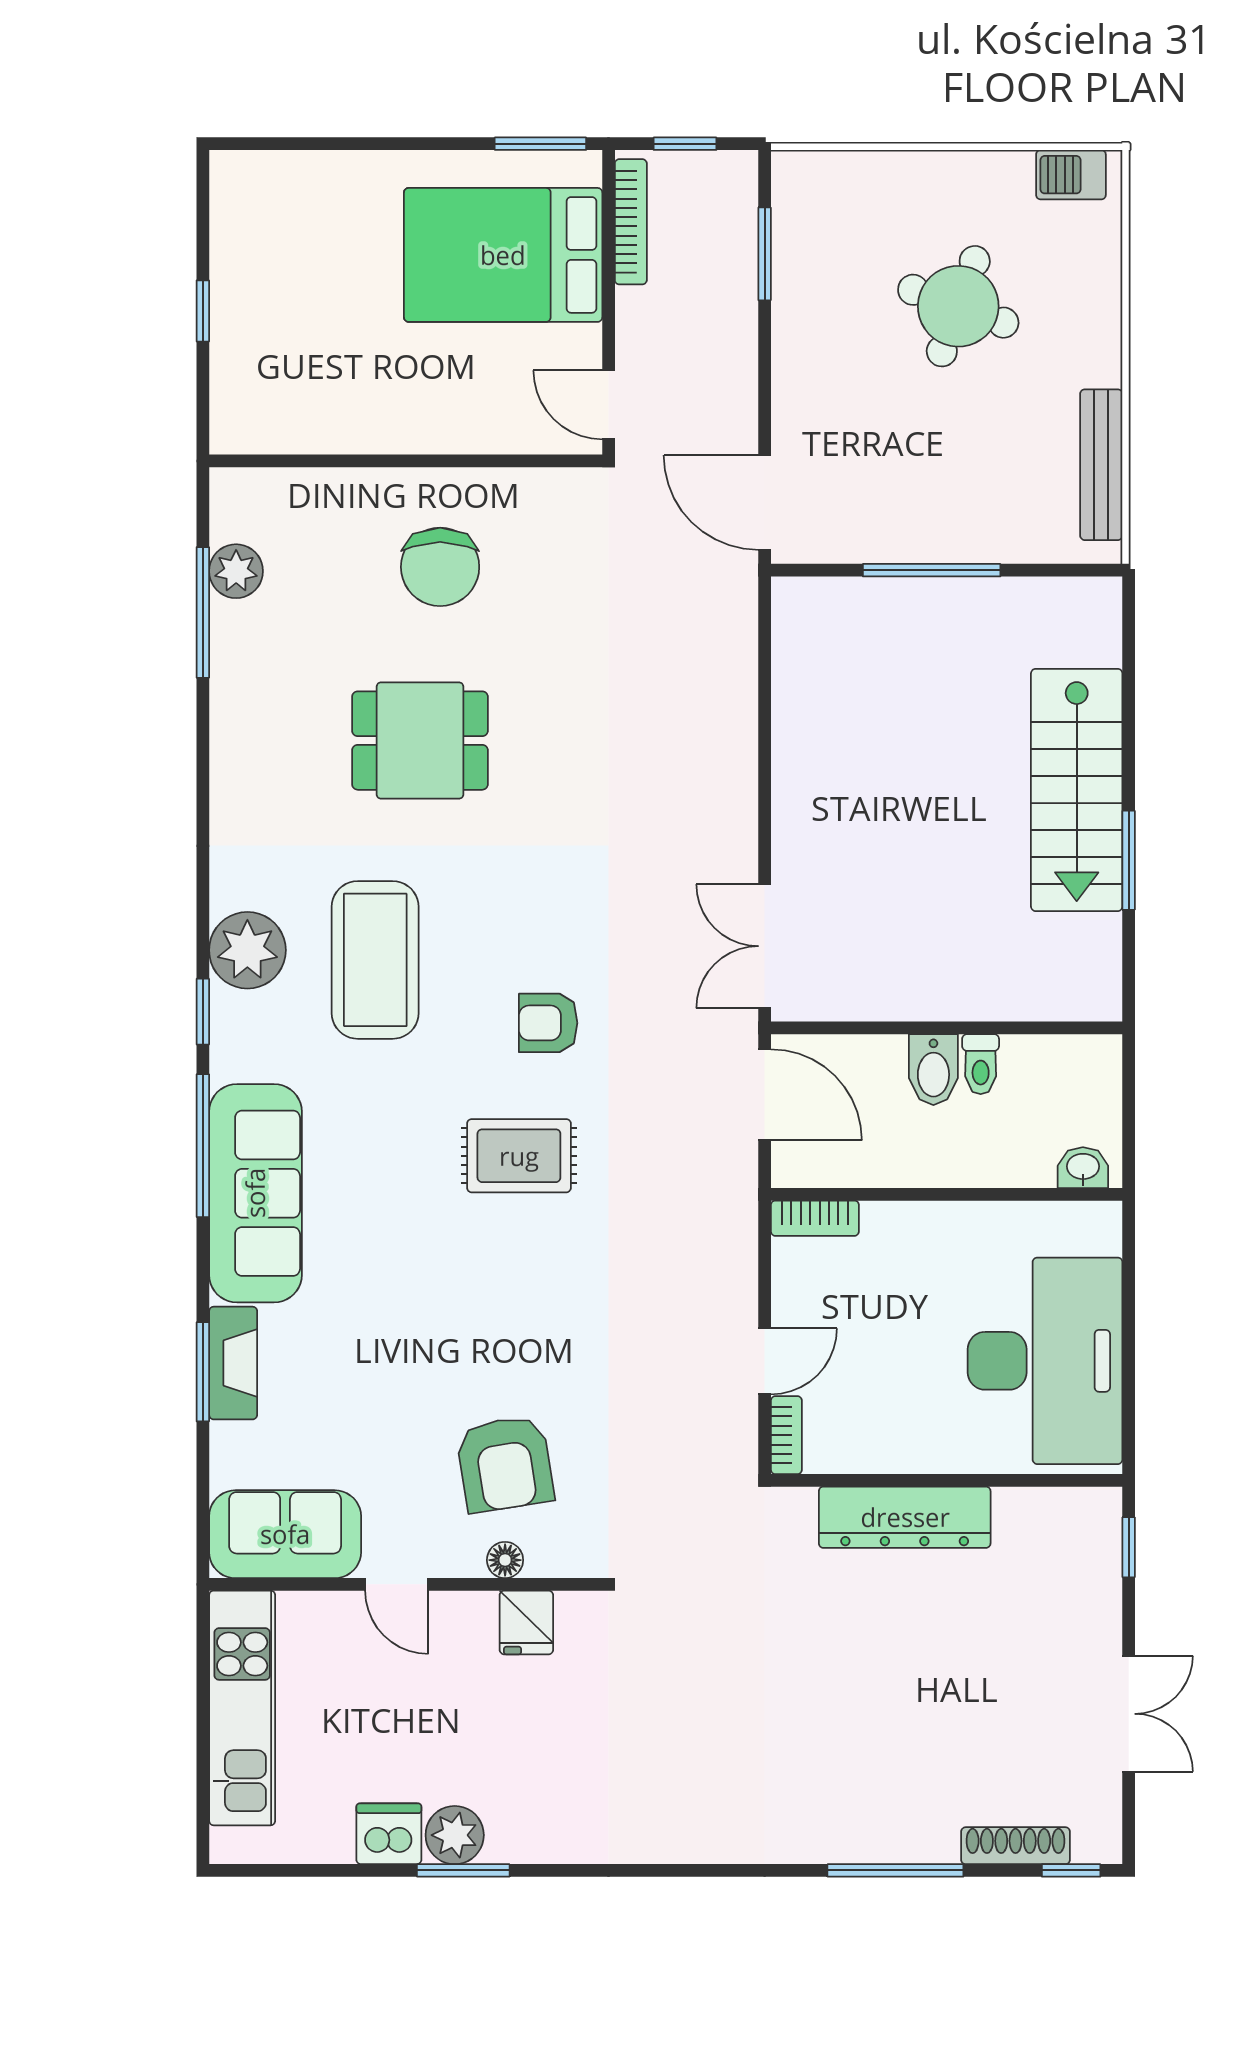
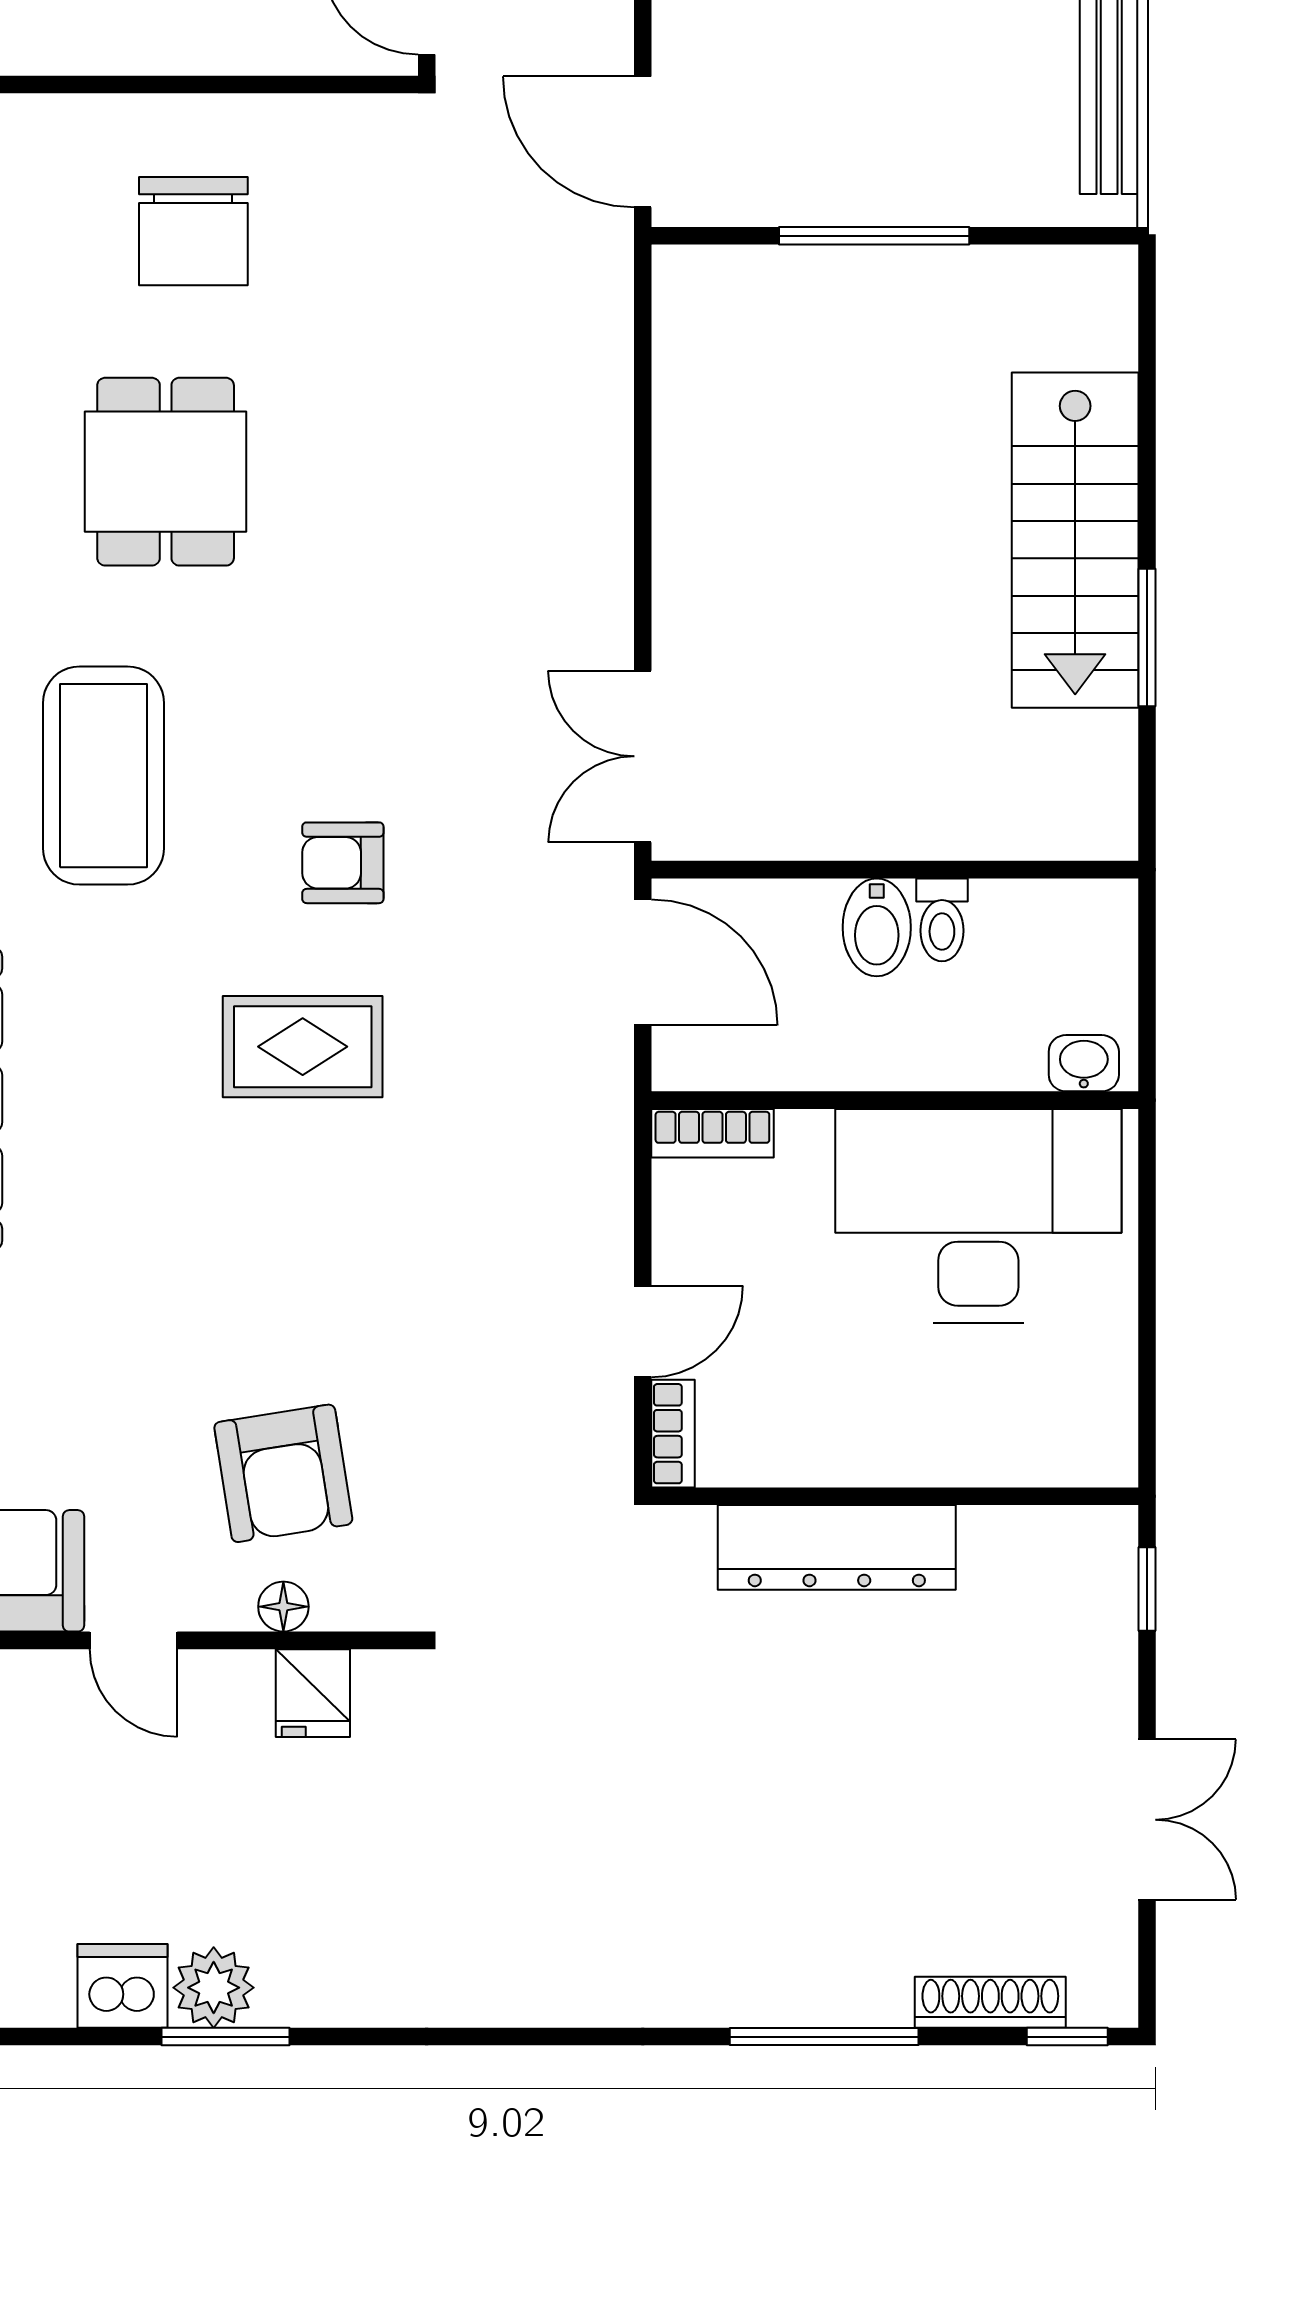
dining table: (420, 741) -> (166, 472), turned 90
desk: (1045, 1361) -> (978, 1216), moved, turned -90

